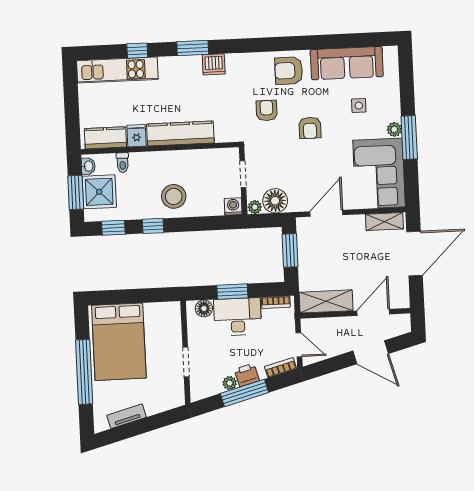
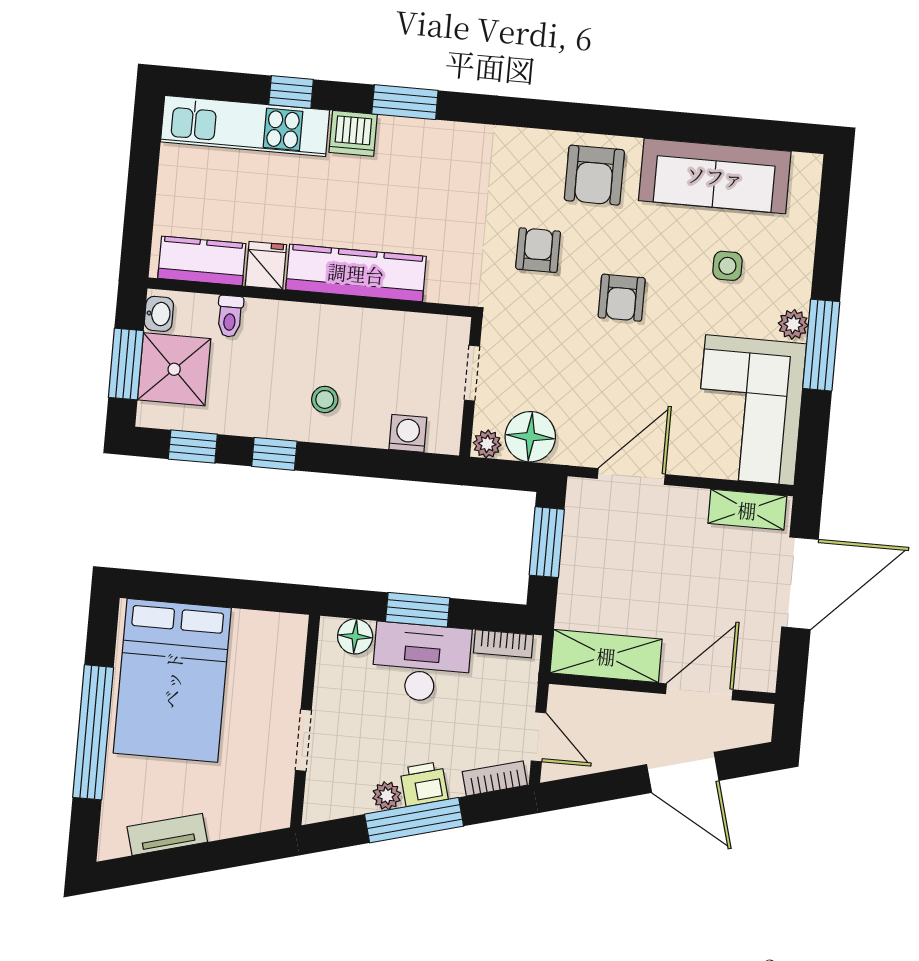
dishwasher: (214, 64) -> (353, 133), moved
armchair: (289, 71) -> (594, 175), turned -90
stool: (174, 196) -> (325, 399), width x0.53, depth x0.53
washing machine: (233, 206) -> (408, 433), moved

